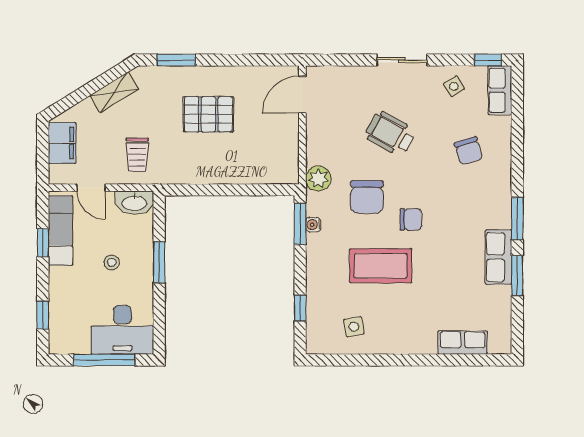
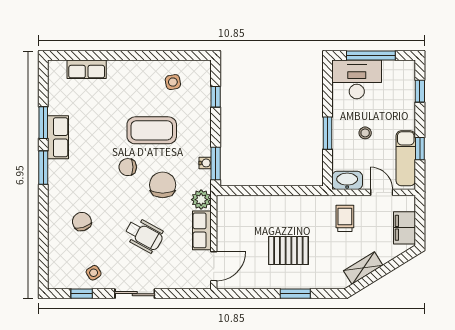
window: (176, 60) -> (295, 294), moved
window: (488, 60) -> (82, 294), moved
row of seats: (500, 90) -> (202, 230), moved, turned 180

